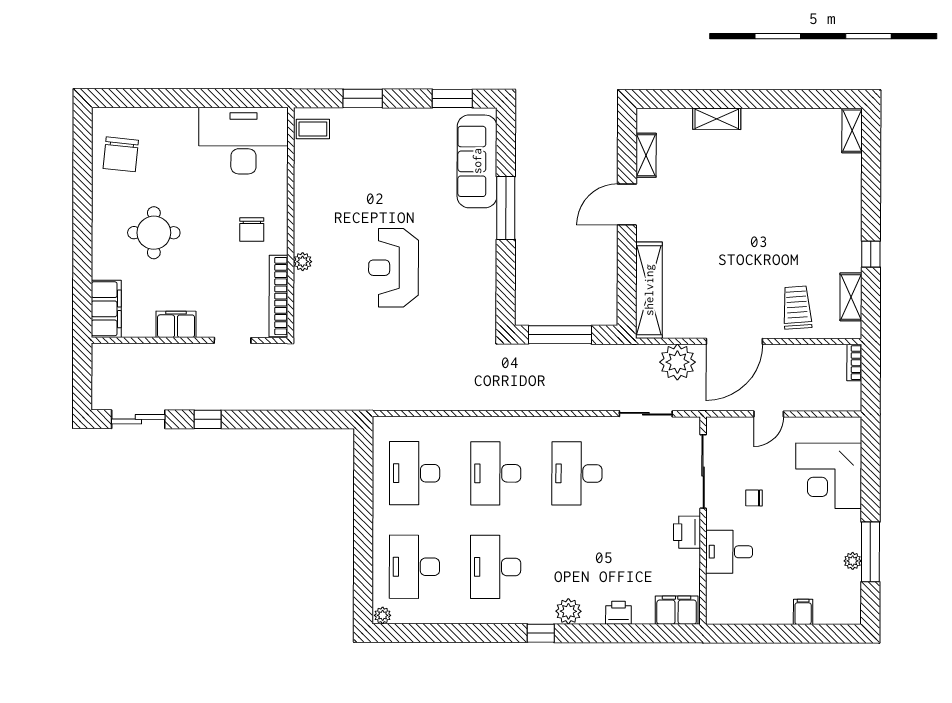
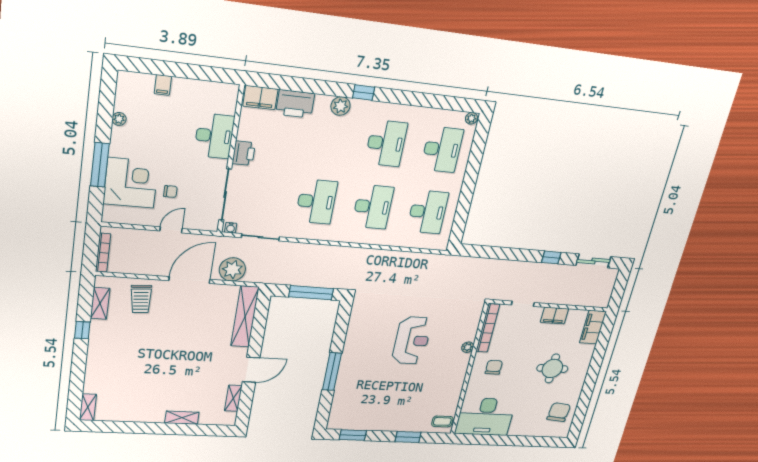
sofa: (477, 161) -> (345, 399), removed
bookcase: (854, 363) -> (103, 253), width x1.56
water cooler: (689, 424) -> (231, 228), added
chair: (754, 498) -> (170, 192), moved
desk: (729, 552) -> (214, 136), width x1.37
window: (870, 552) -> (100, 165), moved
printer: (618, 613) -> (295, 104), width x1.87, depth x1.48

